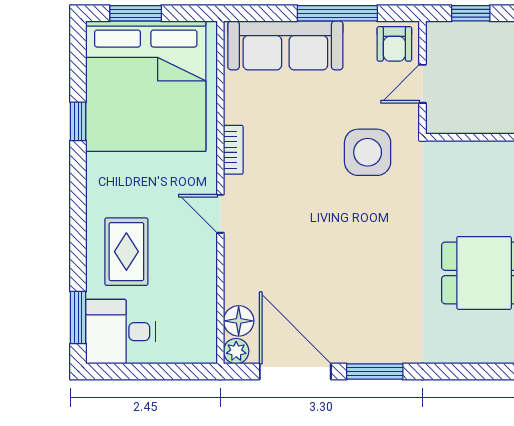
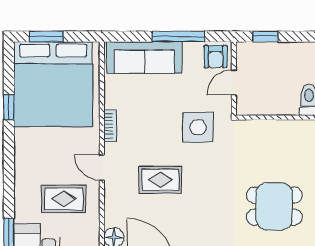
rug: (310, 232) -> (160, 180), added
rug: (126, 252) -> (64, 199), moved, turned 90

